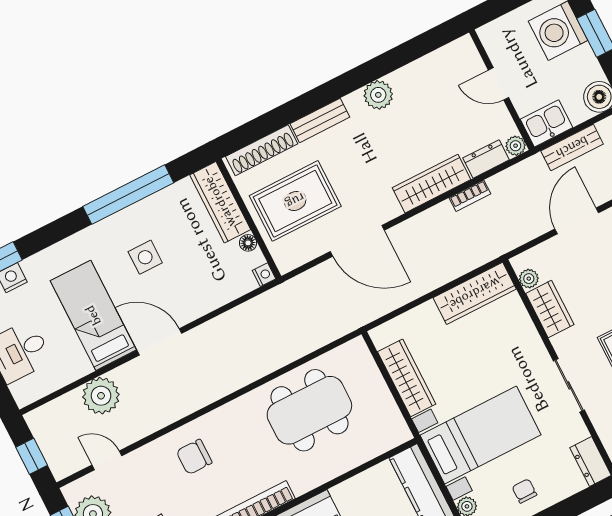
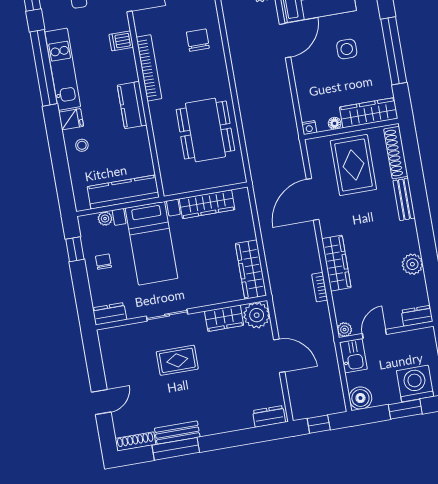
door: (499, 84) -> (374, 334), moved
plant: (378, 95) -> (412, 264), moved
bench: (572, 147) -> (331, 368), removed
dresser: (486, 159) -> (417, 316), moved, turned -90
plant: (529, 279) -> (257, 315), width x1.88, depth x1.88
chair: (524, 491) -> (103, 262), turned -90

